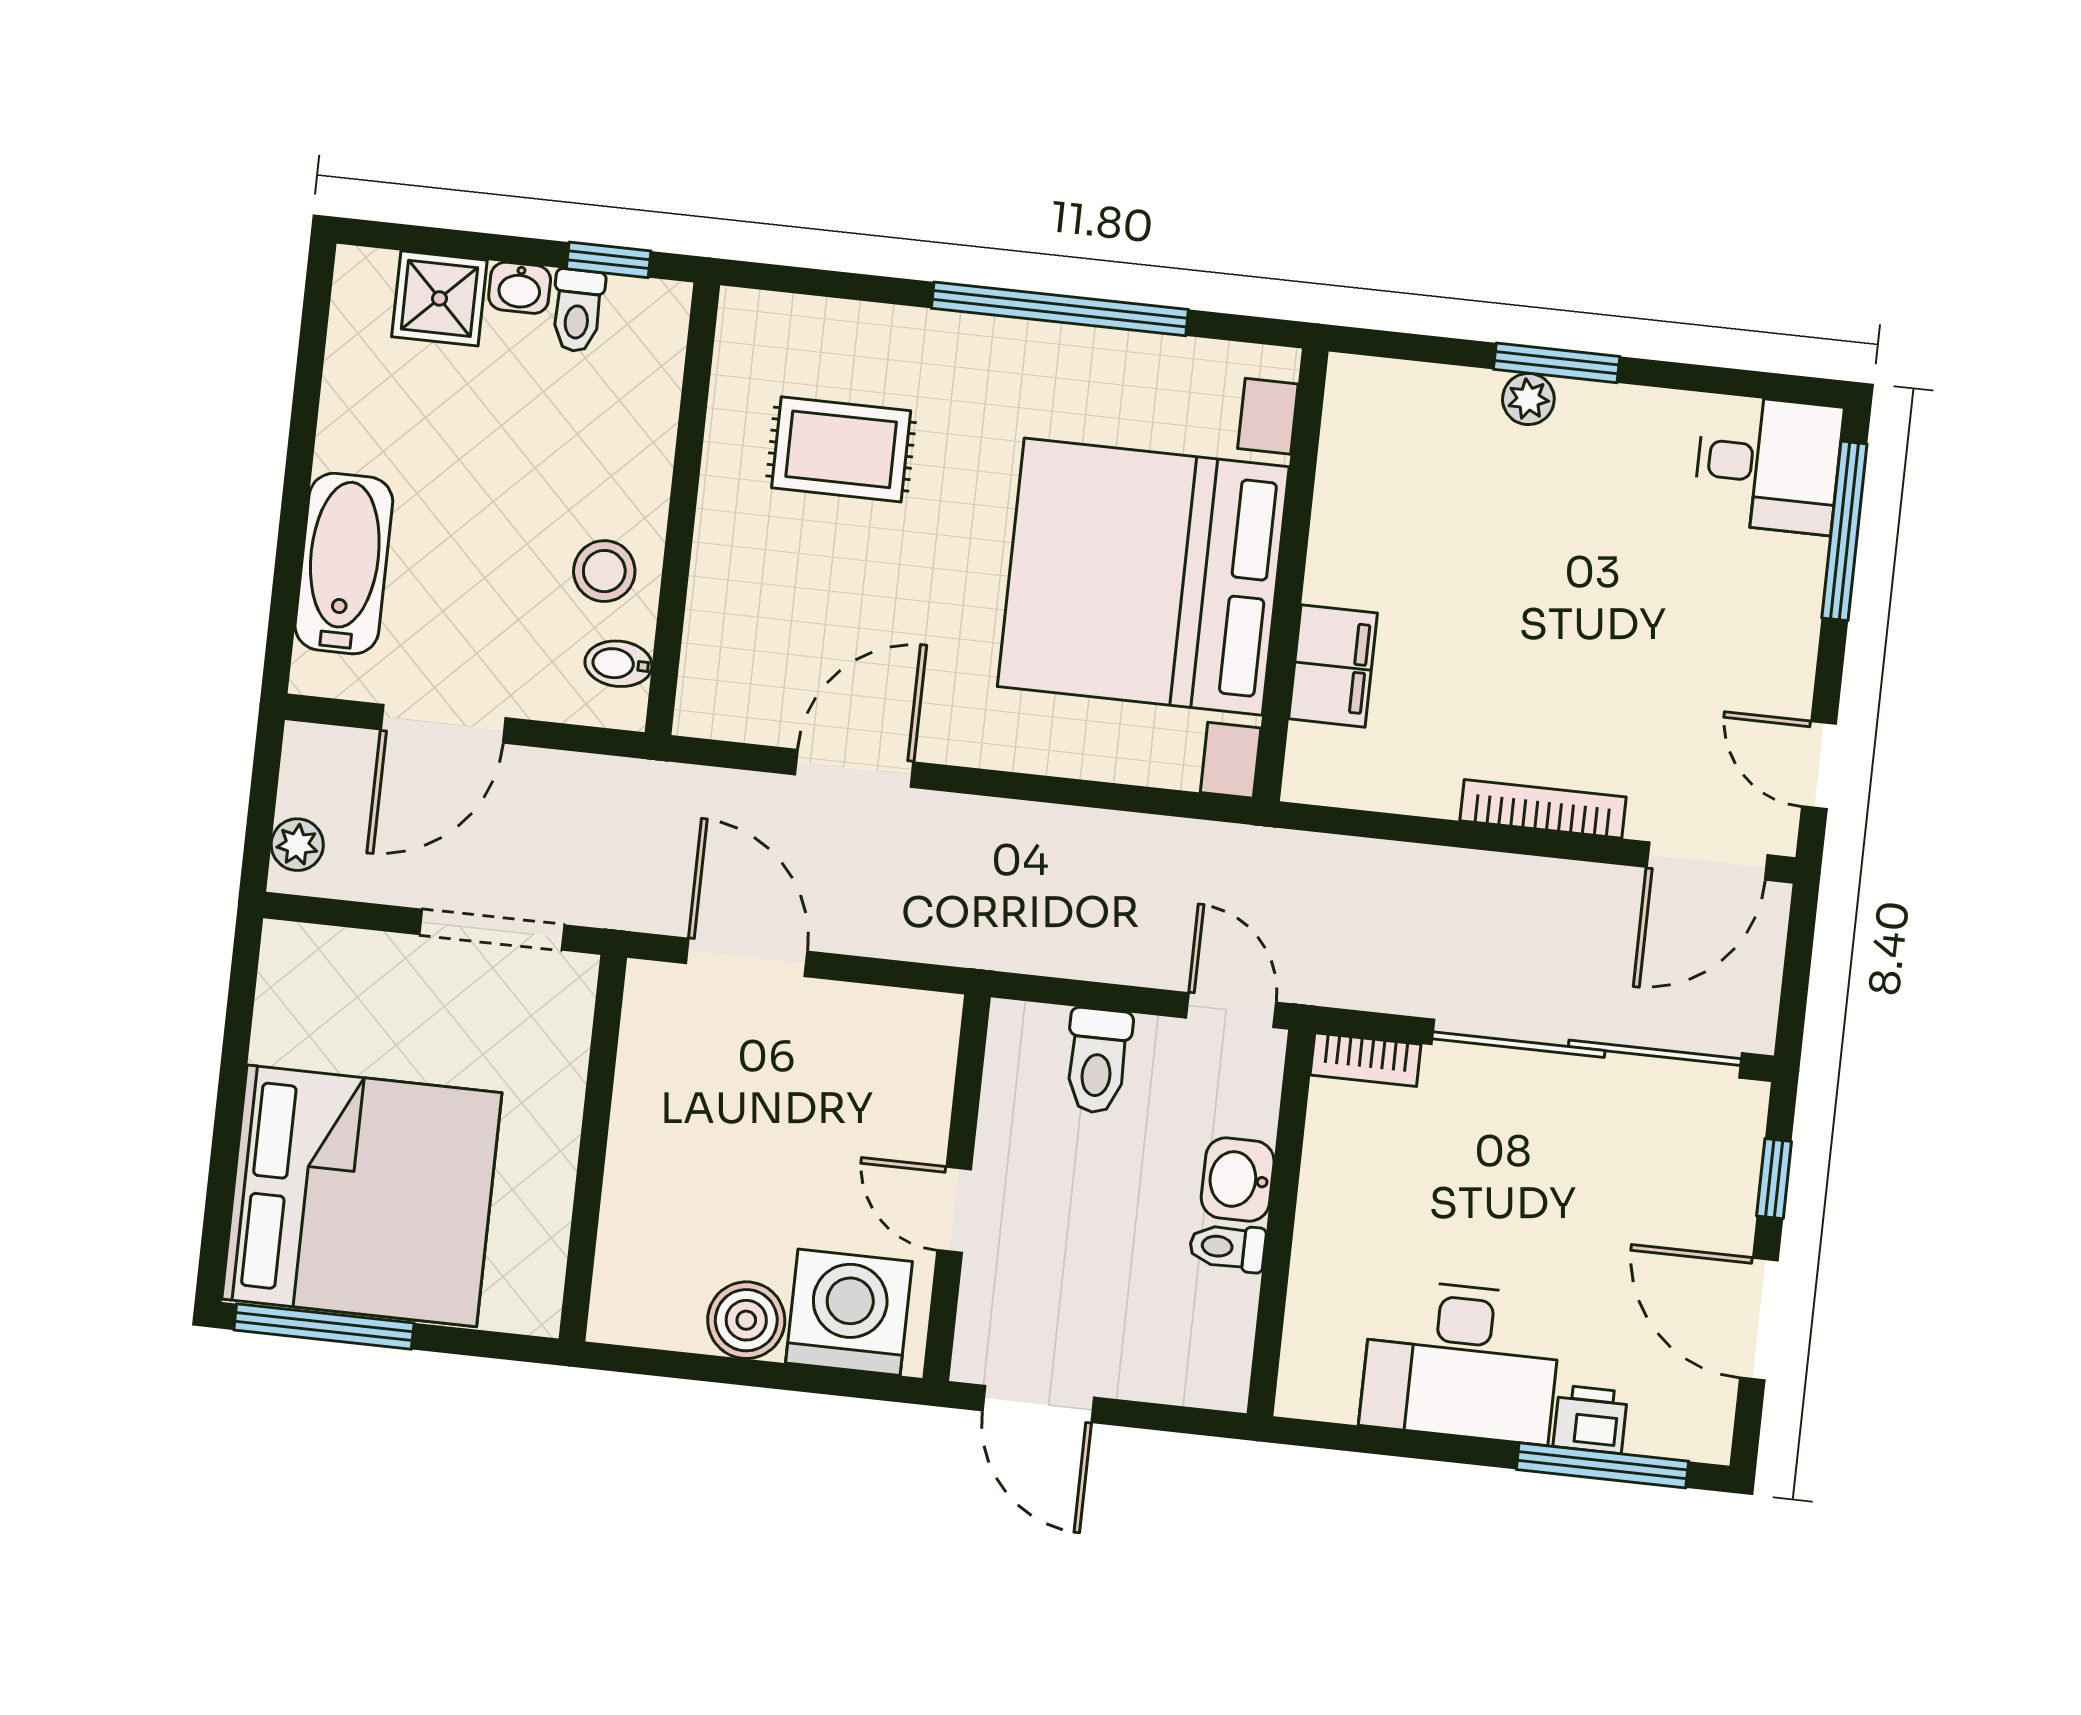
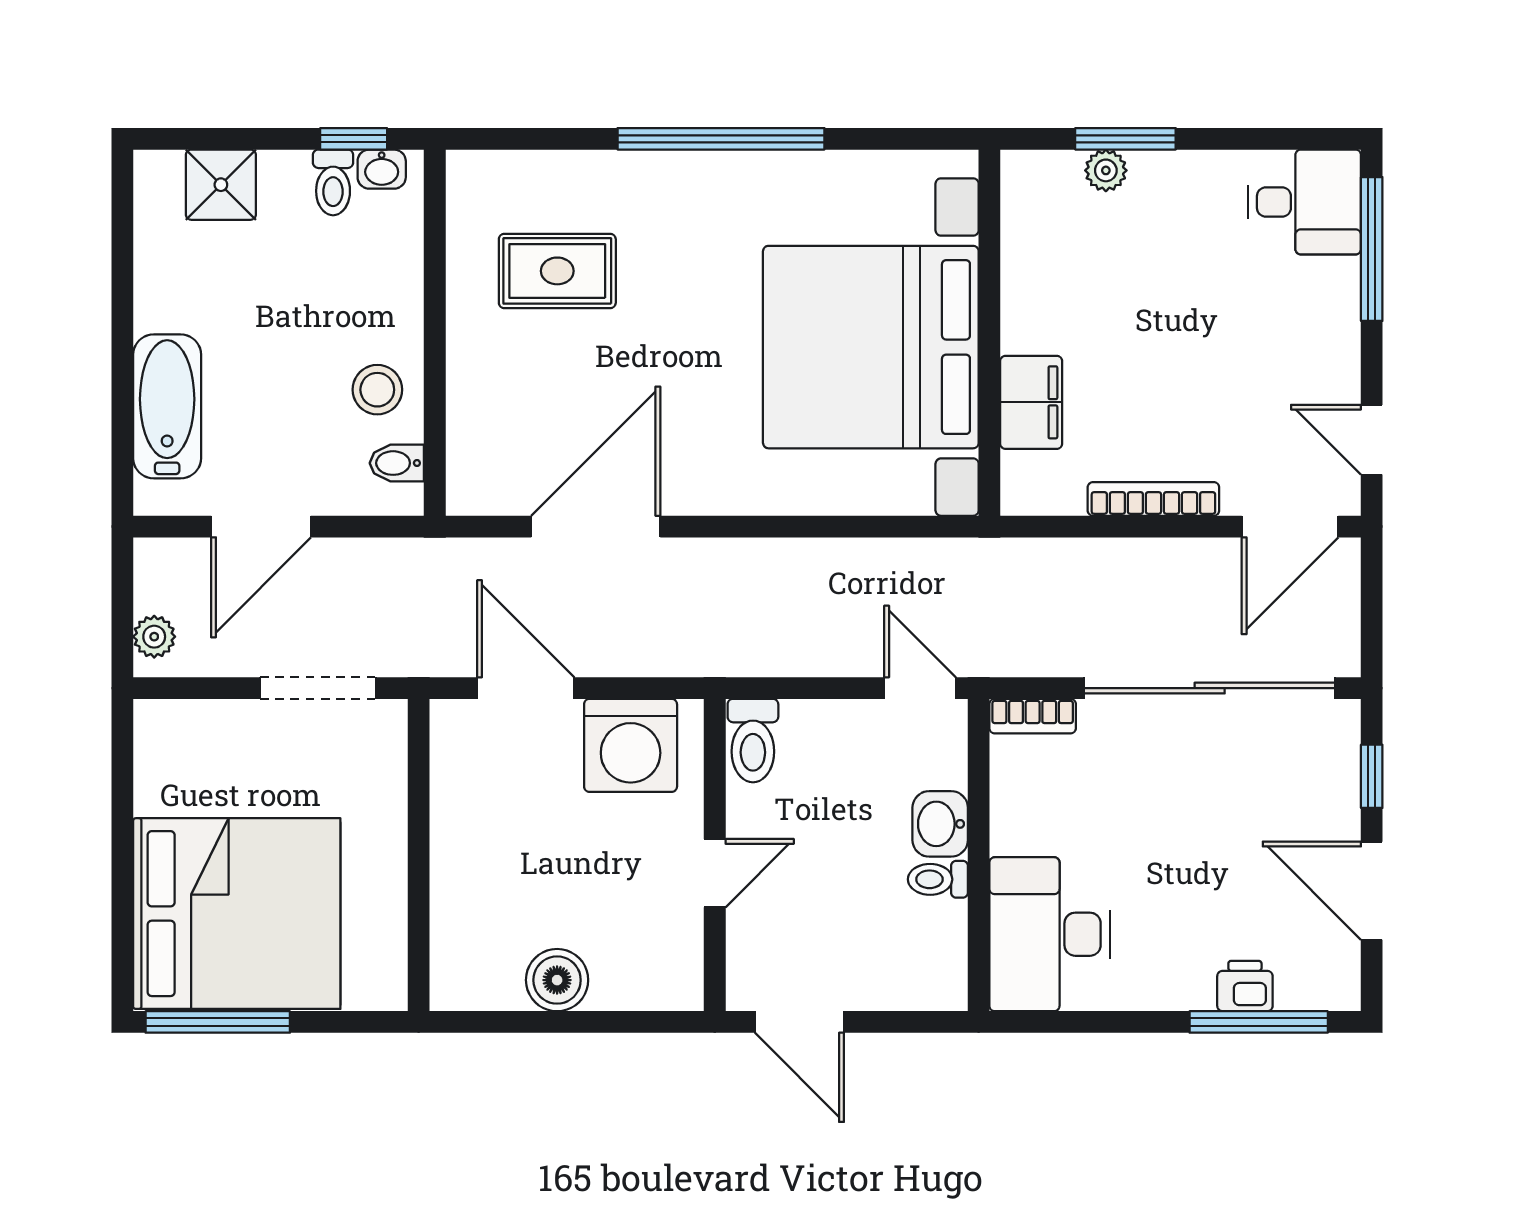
washbasin: (520, 288) -> (382, 169), moved
wall: (1291, 575) -> (989, 333), moved
bed with nightstands: (1143, 577) -> (871, 347), moved
filing cabinet: (1333, 666) -> (1031, 402), moved
door: (854, 768) -> (596, 527), width x1.36
toilet: (1098, 1061) -> (753, 741), moved
door: (954, 1210) -> (715, 873), swing flipped
washing machine: (849, 1312) -> (631, 745), moved, turned 180
desk: (1461, 1361) -> (1050, 934), moved, turned 90

